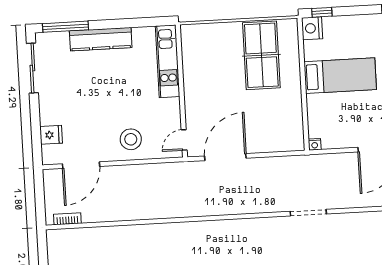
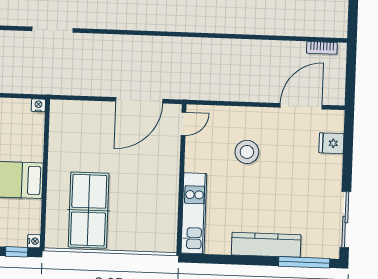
nightstand: (312, 28) -> (34, 241), width x0.53, depth x0.56
stool: (131, 139) -> (247, 152), moved

